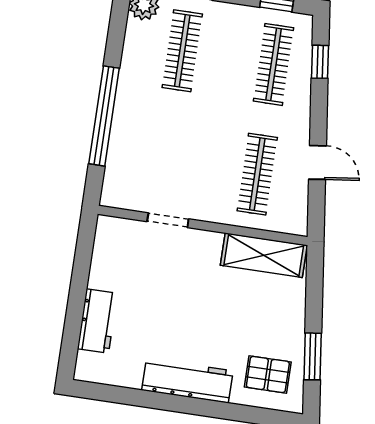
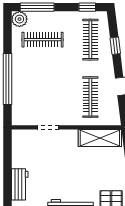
clothes rail: (182, 51) -> (43, 40), turned 90
window: (320, 62) -> (115, 46), moved

